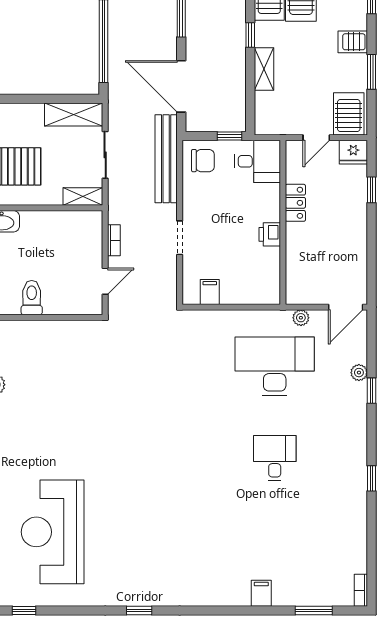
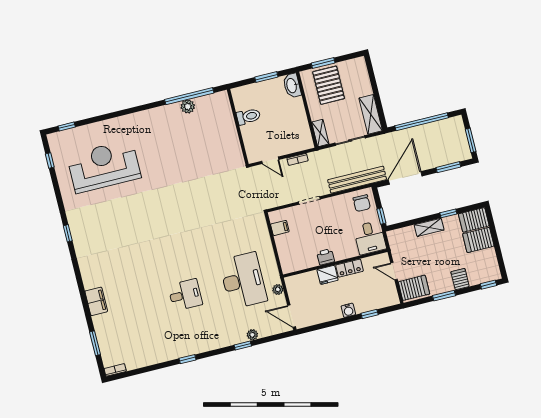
fridge: (353, 152) -> (328, 275), moved, turned -90
water cooler: (358, 220) -> (348, 310), added
filing cabinet: (261, 593) -> (96, 301), width x2.00

